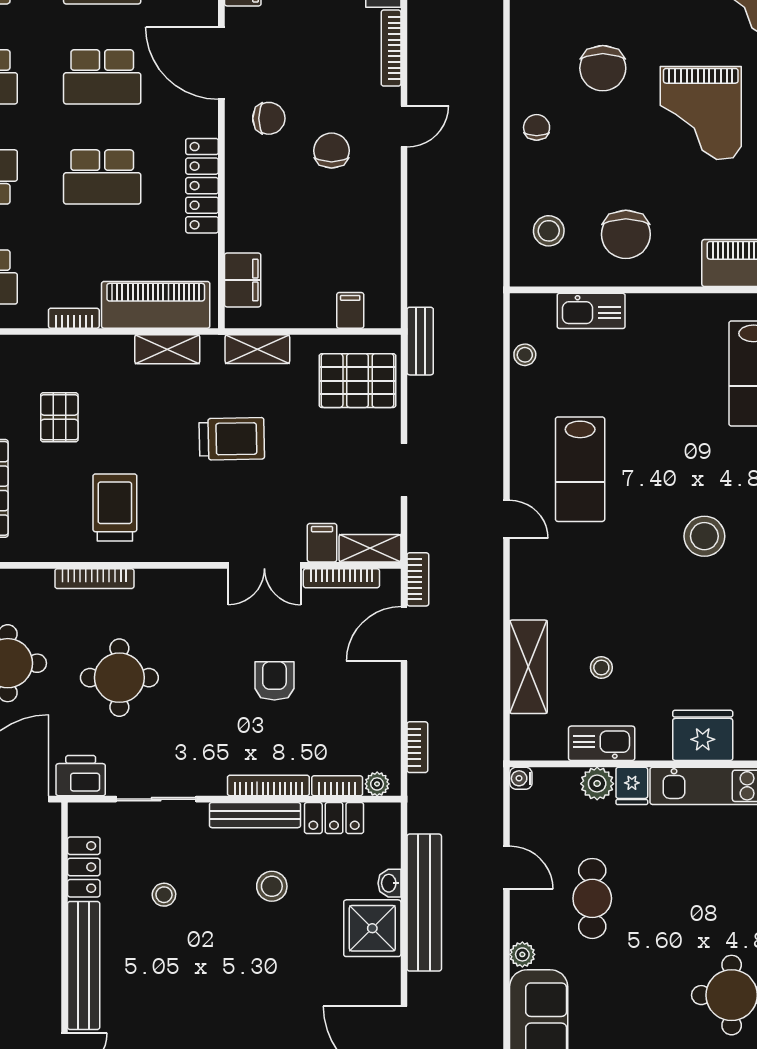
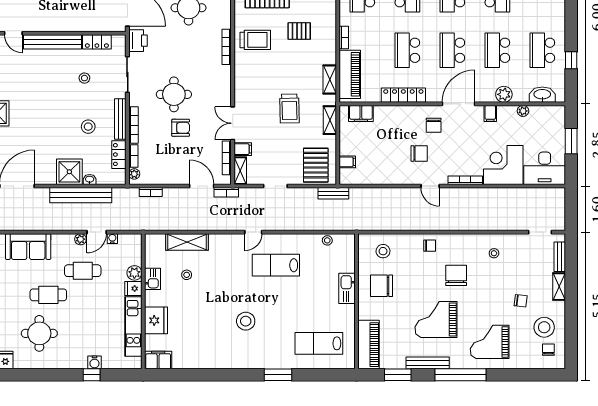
chair: (603, 68) -> (456, 275), turned 90
kitchen sink: (591, 311) -> (347, 288), moved
trolley: (115, 508) -> (255, 40), moved
round table: (119, 678) -> (174, 94), moved
kitchen sink: (602, 743) -> (152, 279), width x0.73
water cooler: (521, 778) -> (112, 239), moved
plant: (522, 954) -> (80, 239), moved
cafe table: (646, 975) -> (48, 295), added

